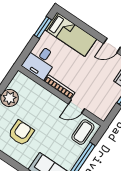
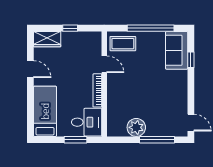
window: (43, 28) -> (76, 140), moved
armchair: (21, 133) -> (160, 97), removed

